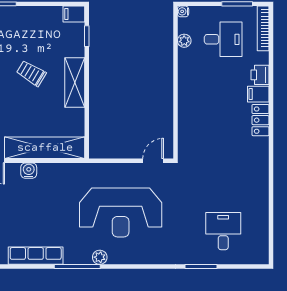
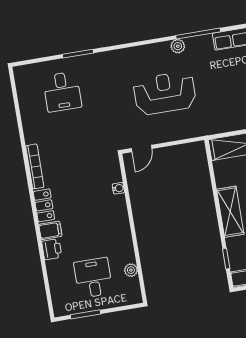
water cooler: (183, 11) -> (118, 188), moved
bookcase: (263, 28) -> (35, 166), moved
desk: (223, 39) -> (93, 278), turned 90
reception desk: (121, 212) -> (165, 93), width x0.74, depth x0.77

